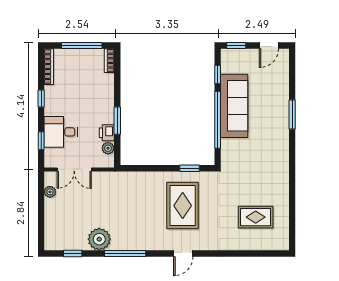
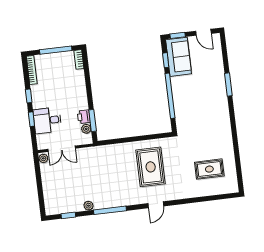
door: (269, 45) -> (203, 32), hinge flipped
sofa: (234, 106) -> (179, 57), moved, width x0.73
window: (117, 121) -> (93, 120), moved
window: (41, 141) -> (31, 119), moved
window: (189, 168) -> (152, 137), removed
plant: (50, 192) -> (43, 158), moved
plant: (99, 239) -> (89, 206), width x0.53, depth x0.53

